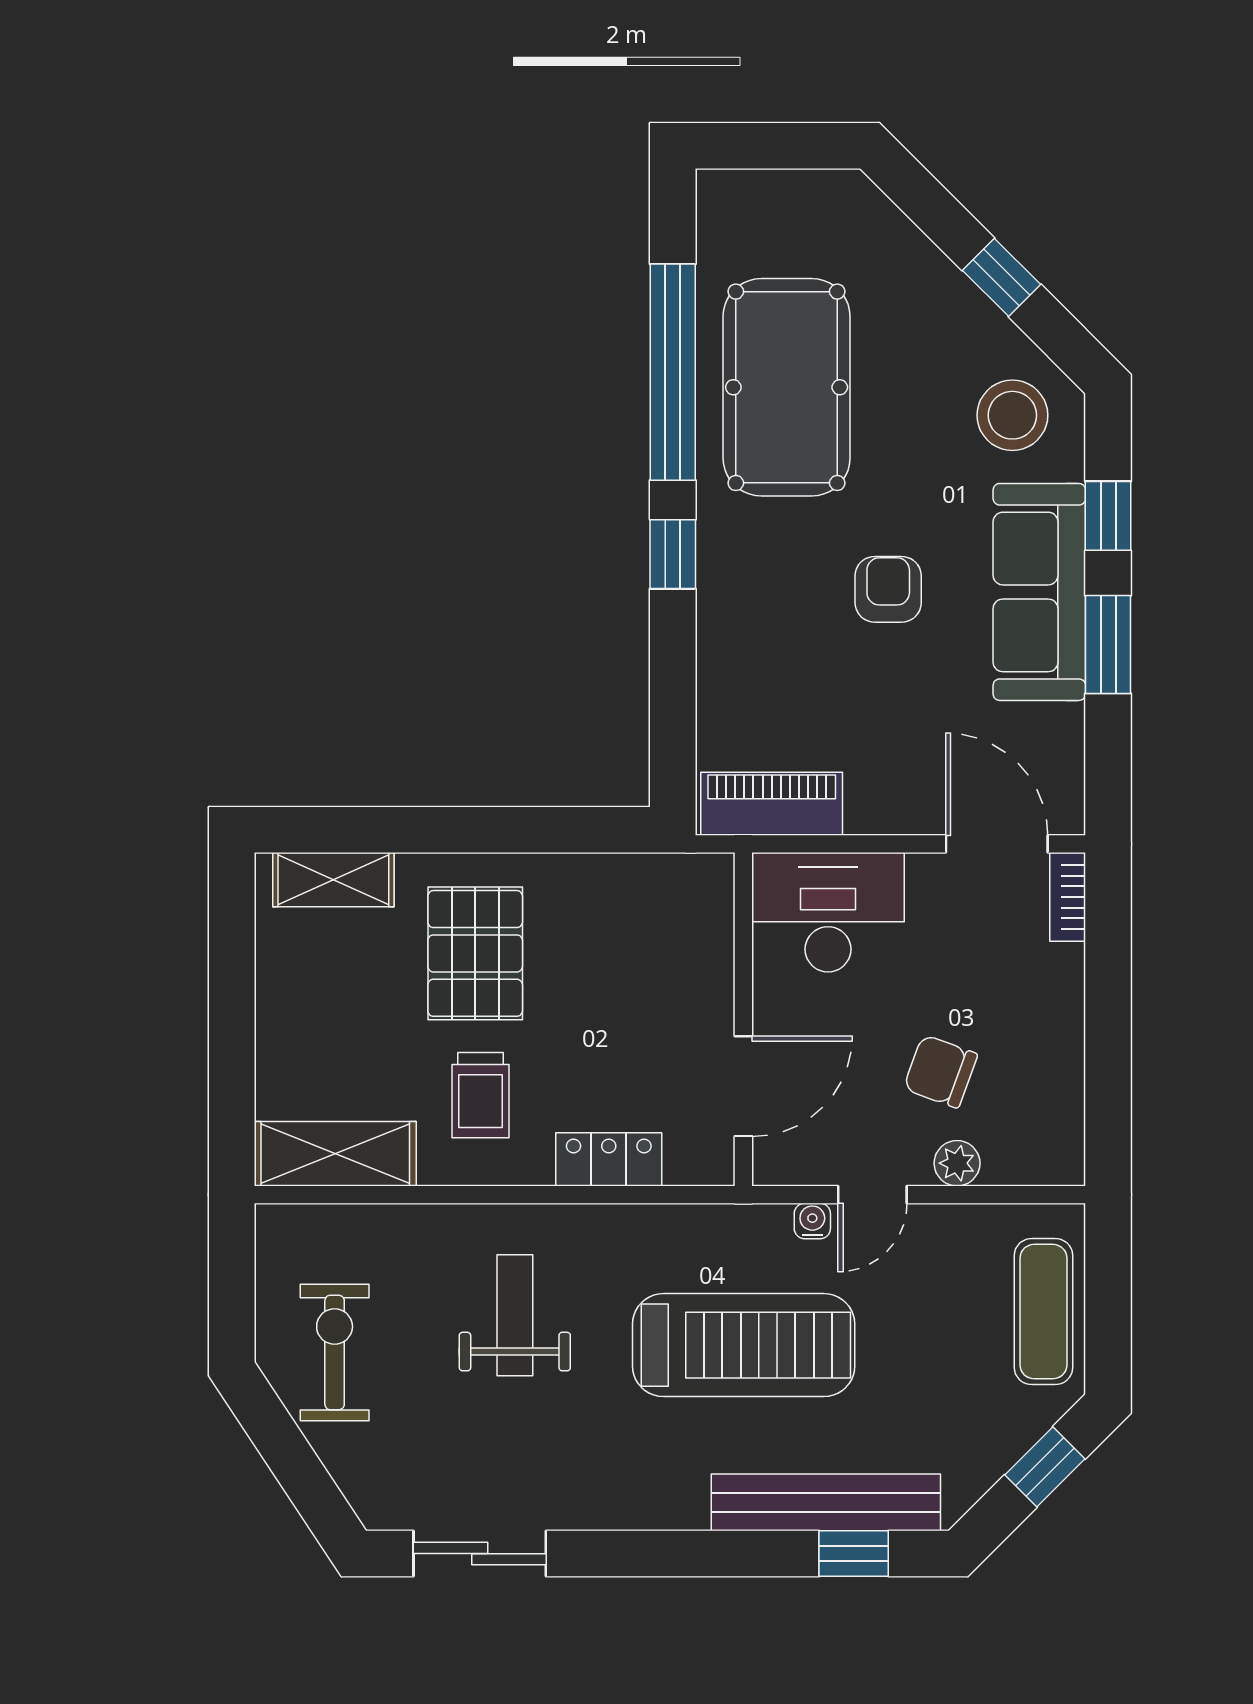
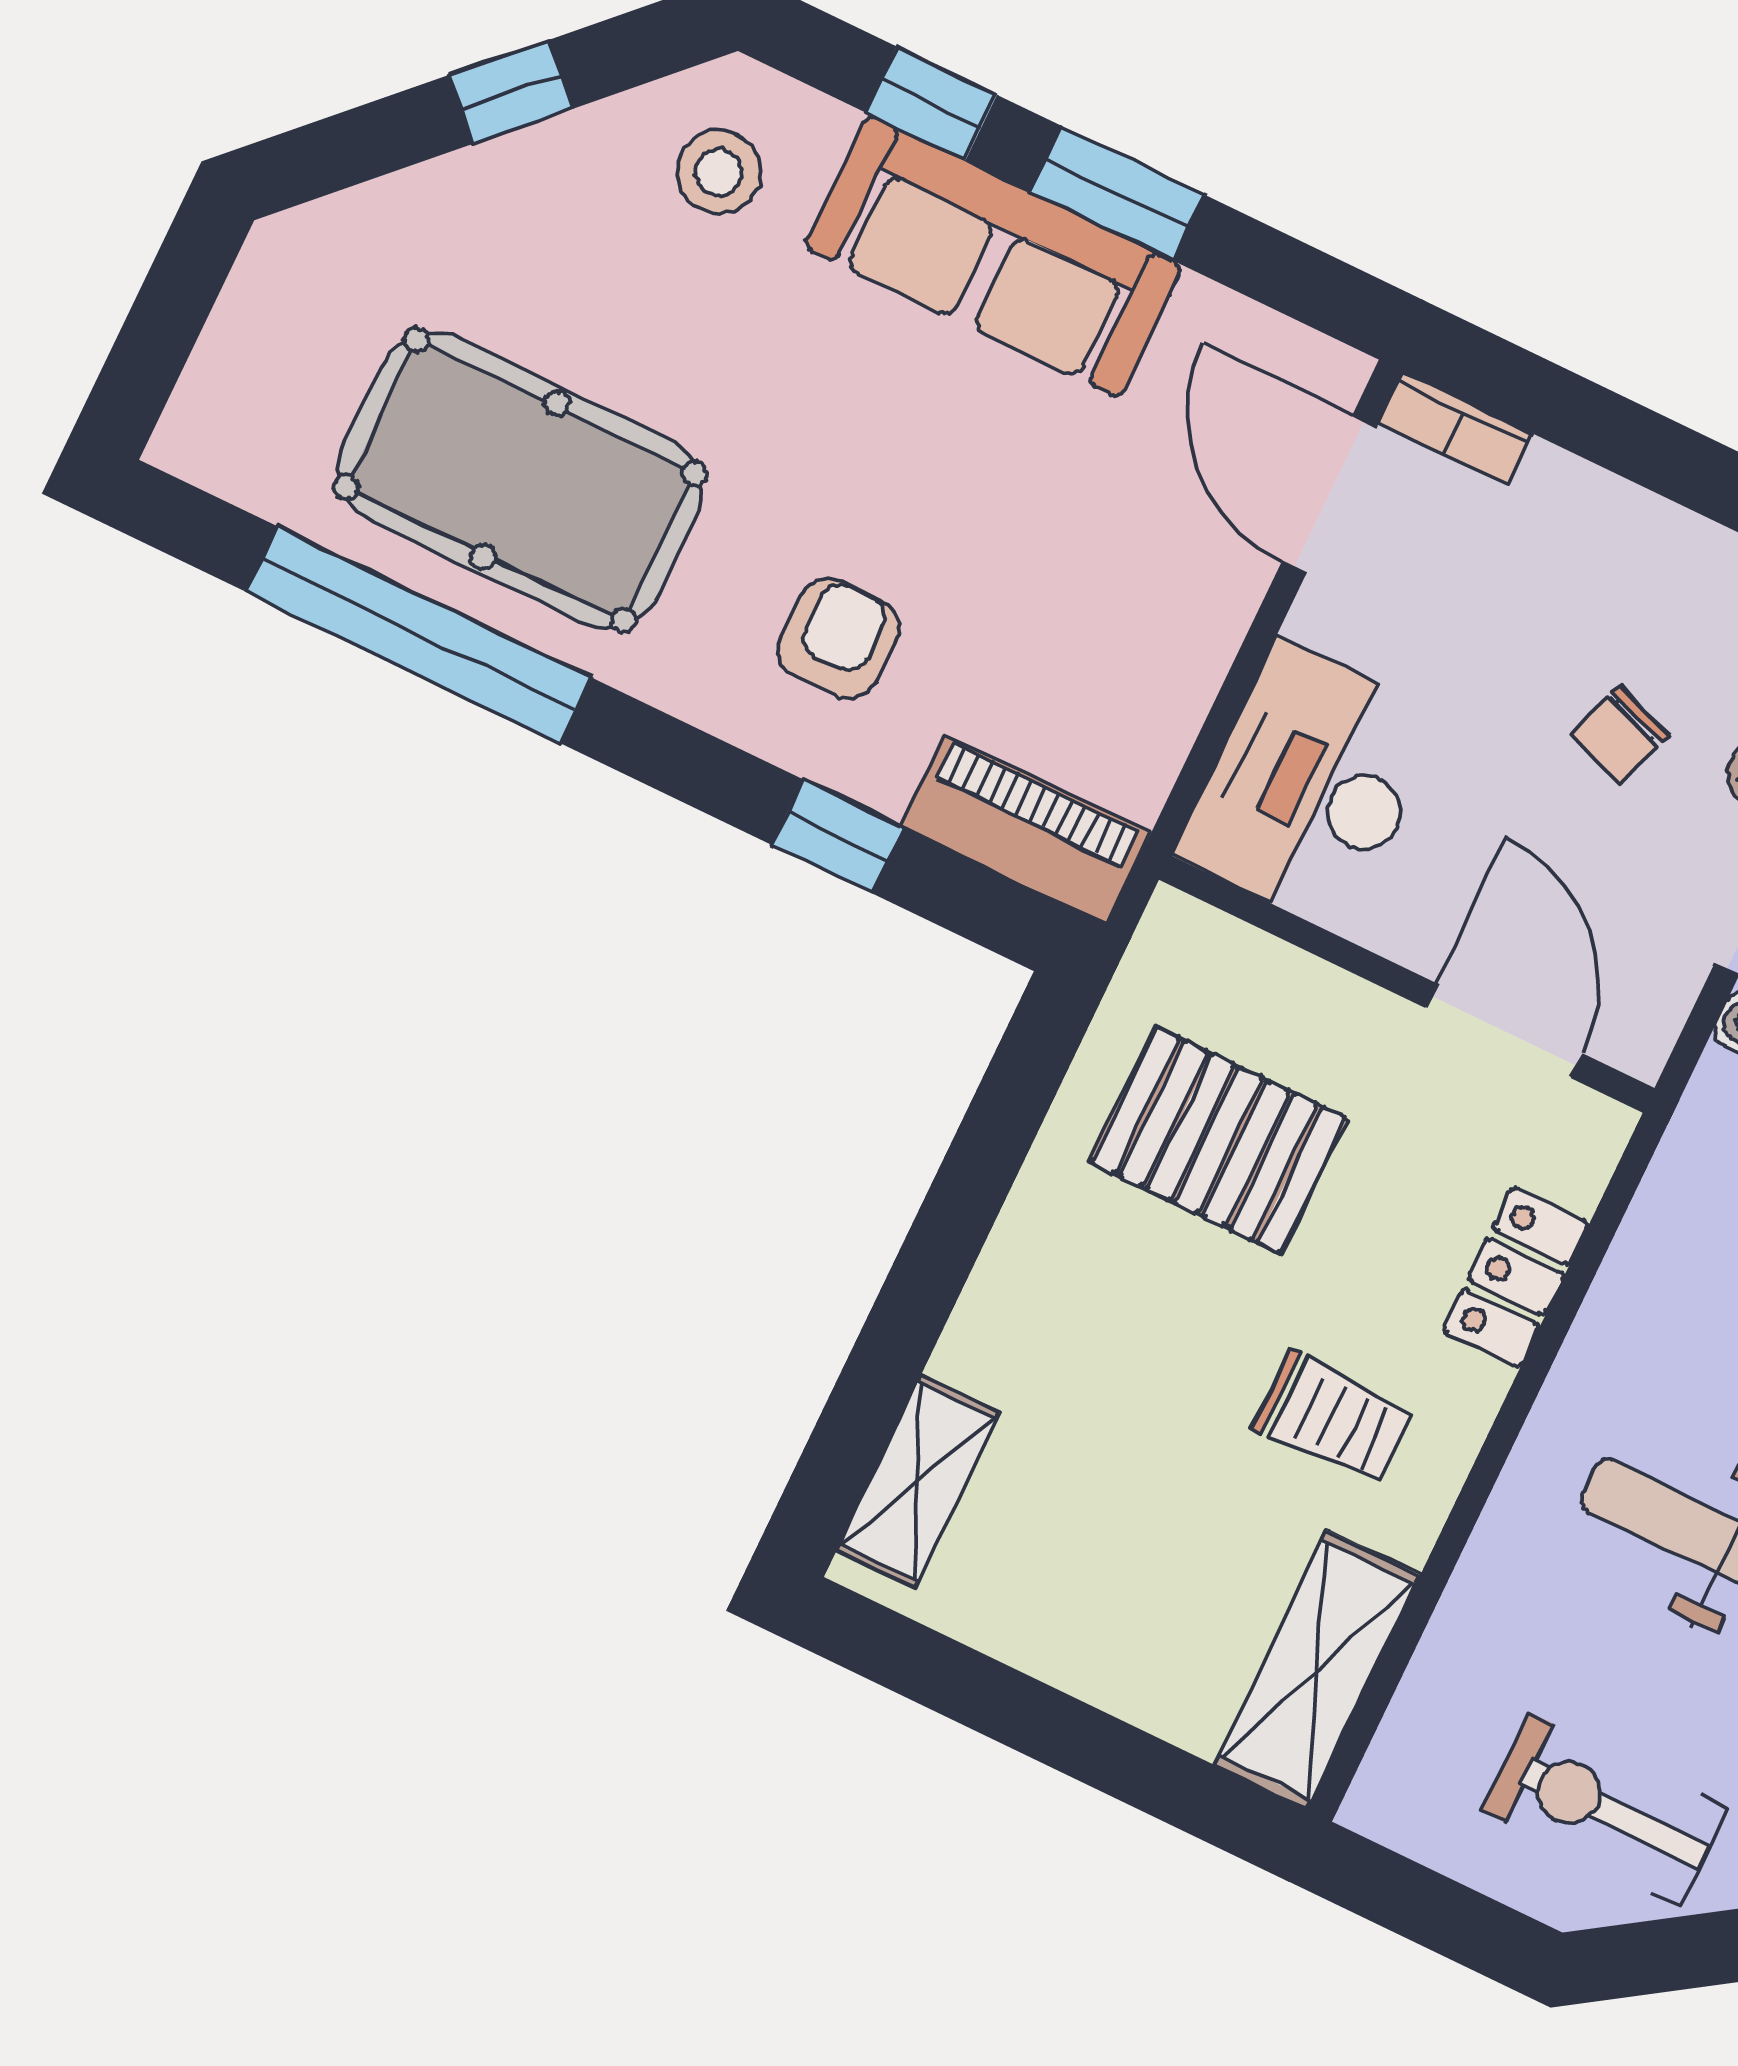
stool: (1012, 415) -> (718, 172), width x0.73, depth x0.73
window: (673, 554) -> (837, 836), moved
armchair: (888, 589) -> (839, 639), moved, turned 90
piano: (772, 804) -> (1025, 830), moved, turned 90
door: (997, 844) -> (1329, 494), hinge flipped
pallet: (475, 953) -> (1218, 1140), moved
chair: (940, 1071) -> (1620, 735), width x0.73, depth x0.73

